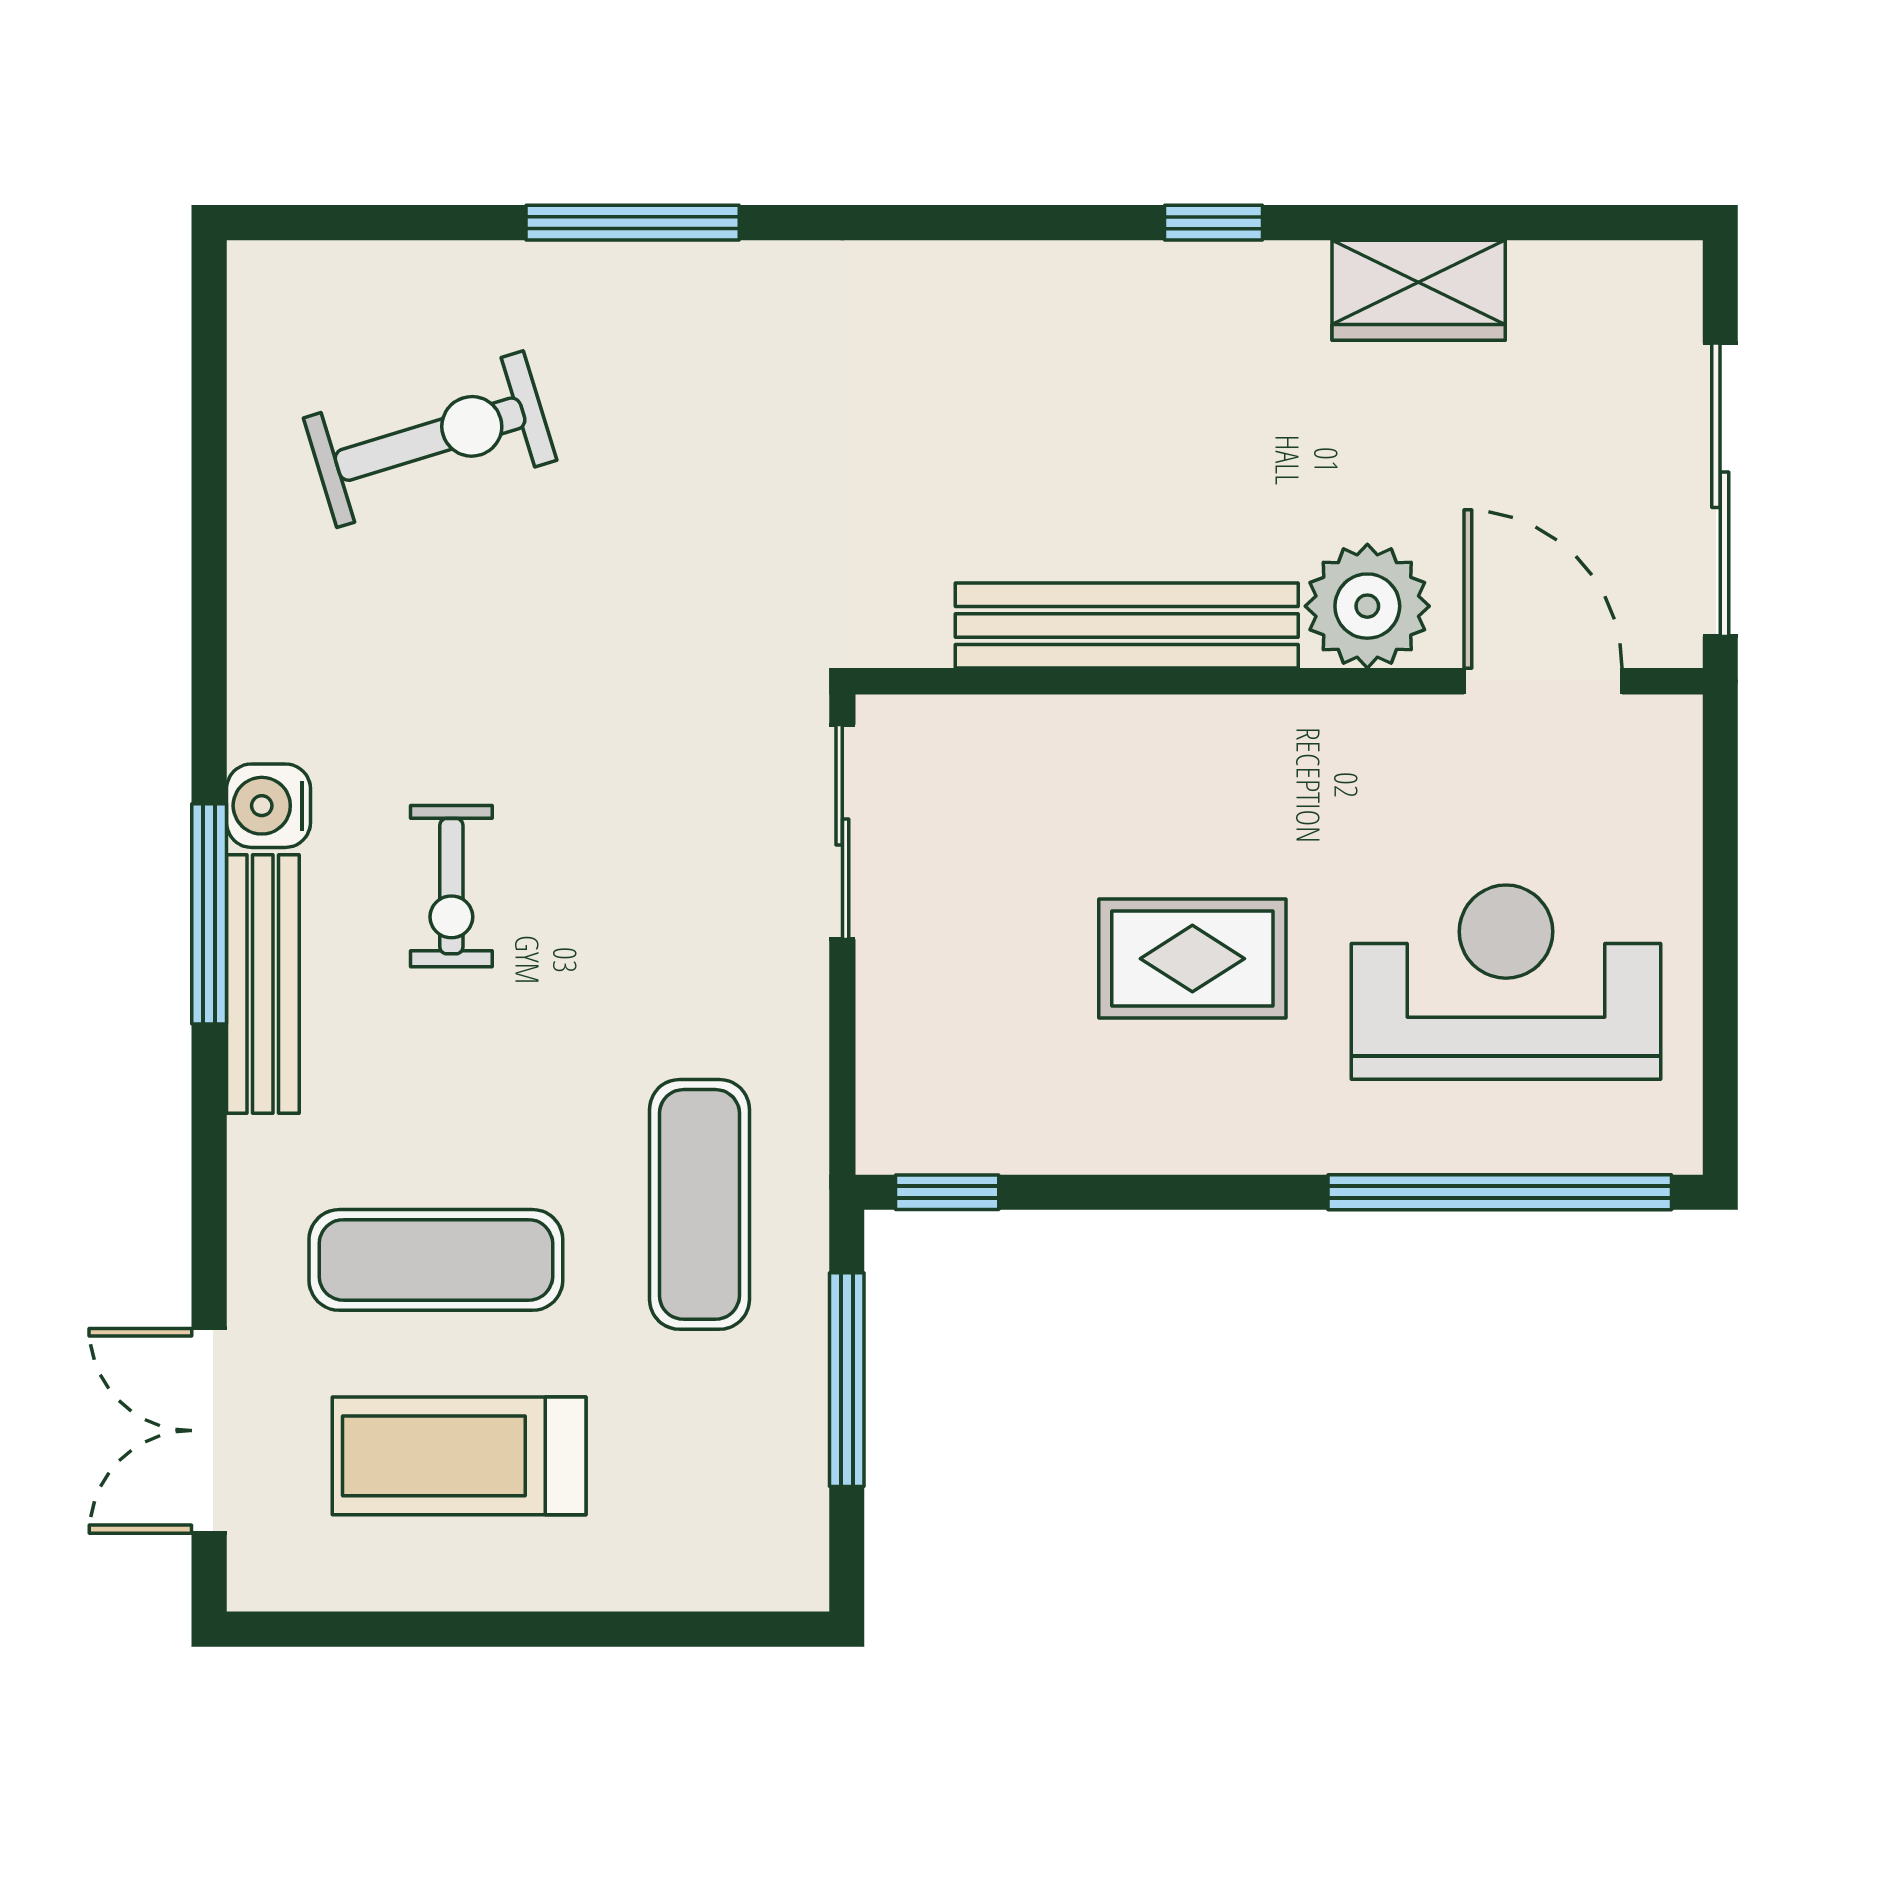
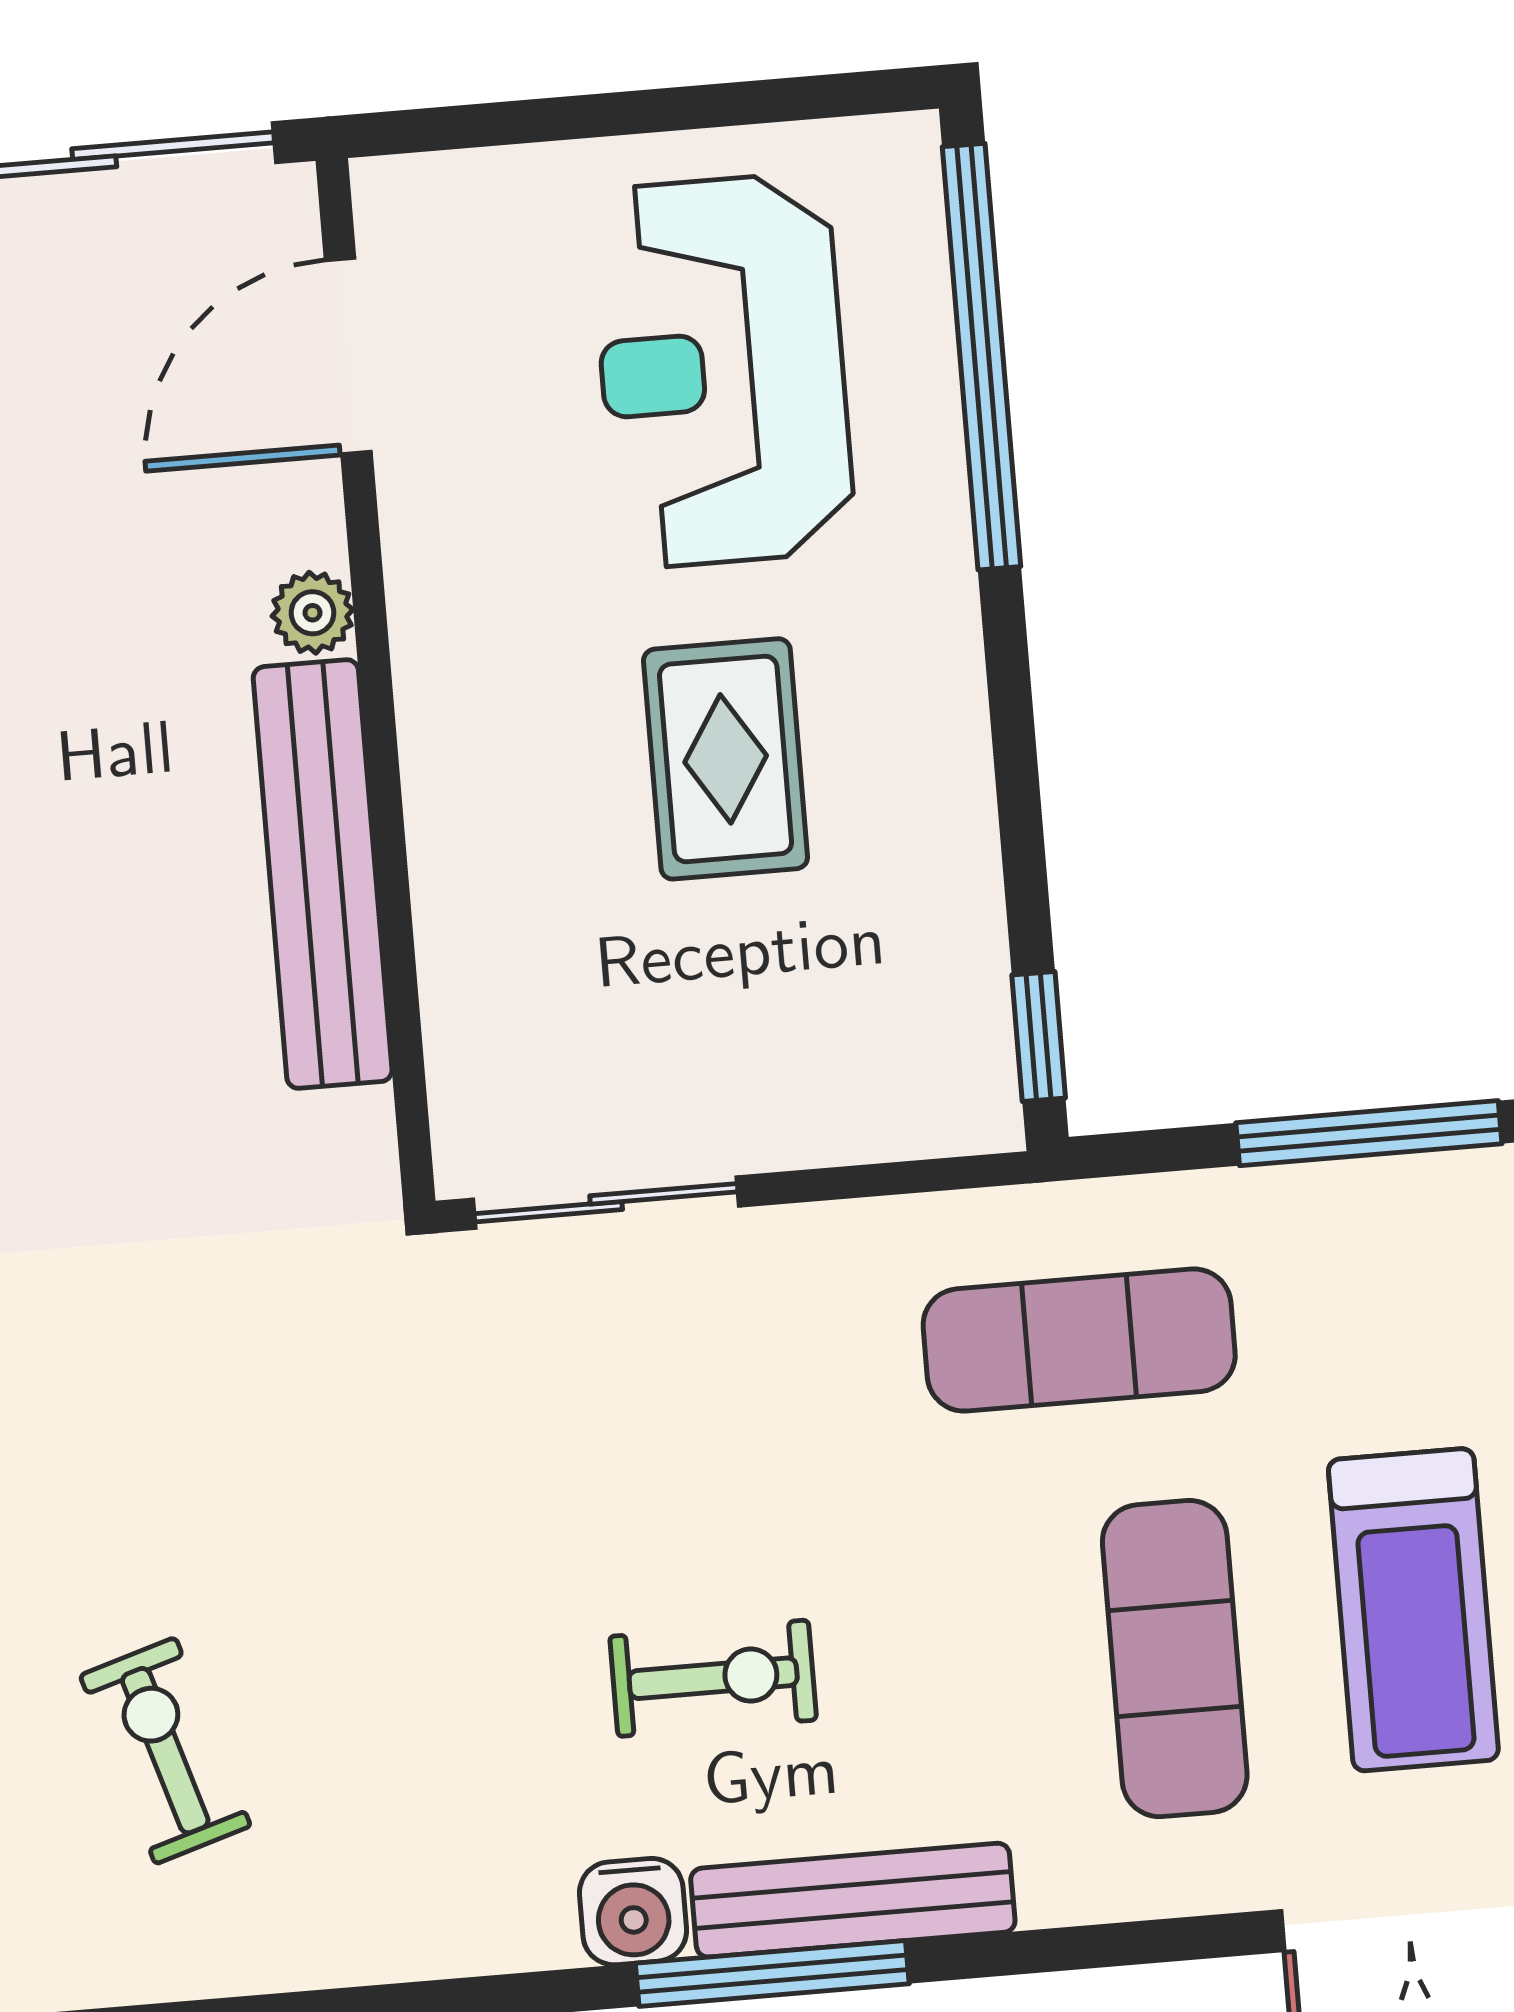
exercise bike: (430, 439) -> (165, 1751), width x0.73, depth x0.72
plant: (1367, 606) -> (313, 613), width x0.53, depth x0.53
window: (847, 1380) -> (1369, 1133), moved

